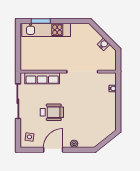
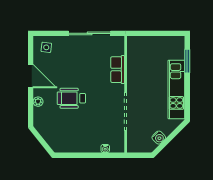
kitchen unit: (46, 30) -> (176, 89), moved
row of seats: (42, 78) -> (118, 70), width x0.68
wheelchair: (52, 112) -> (71, 98), moved, turned 90

